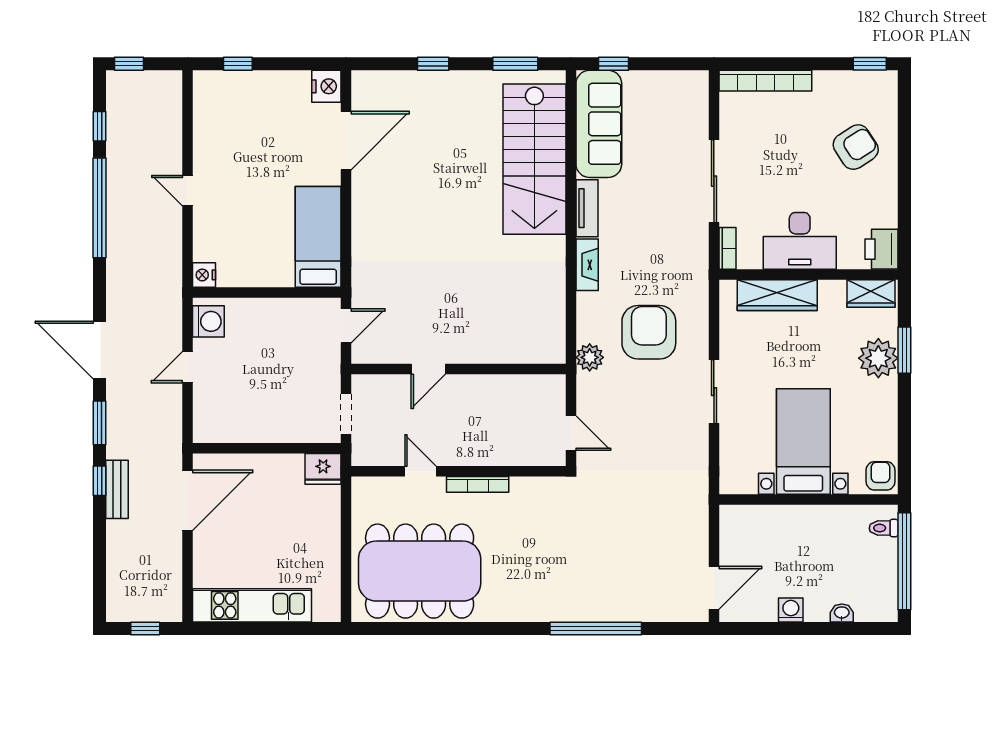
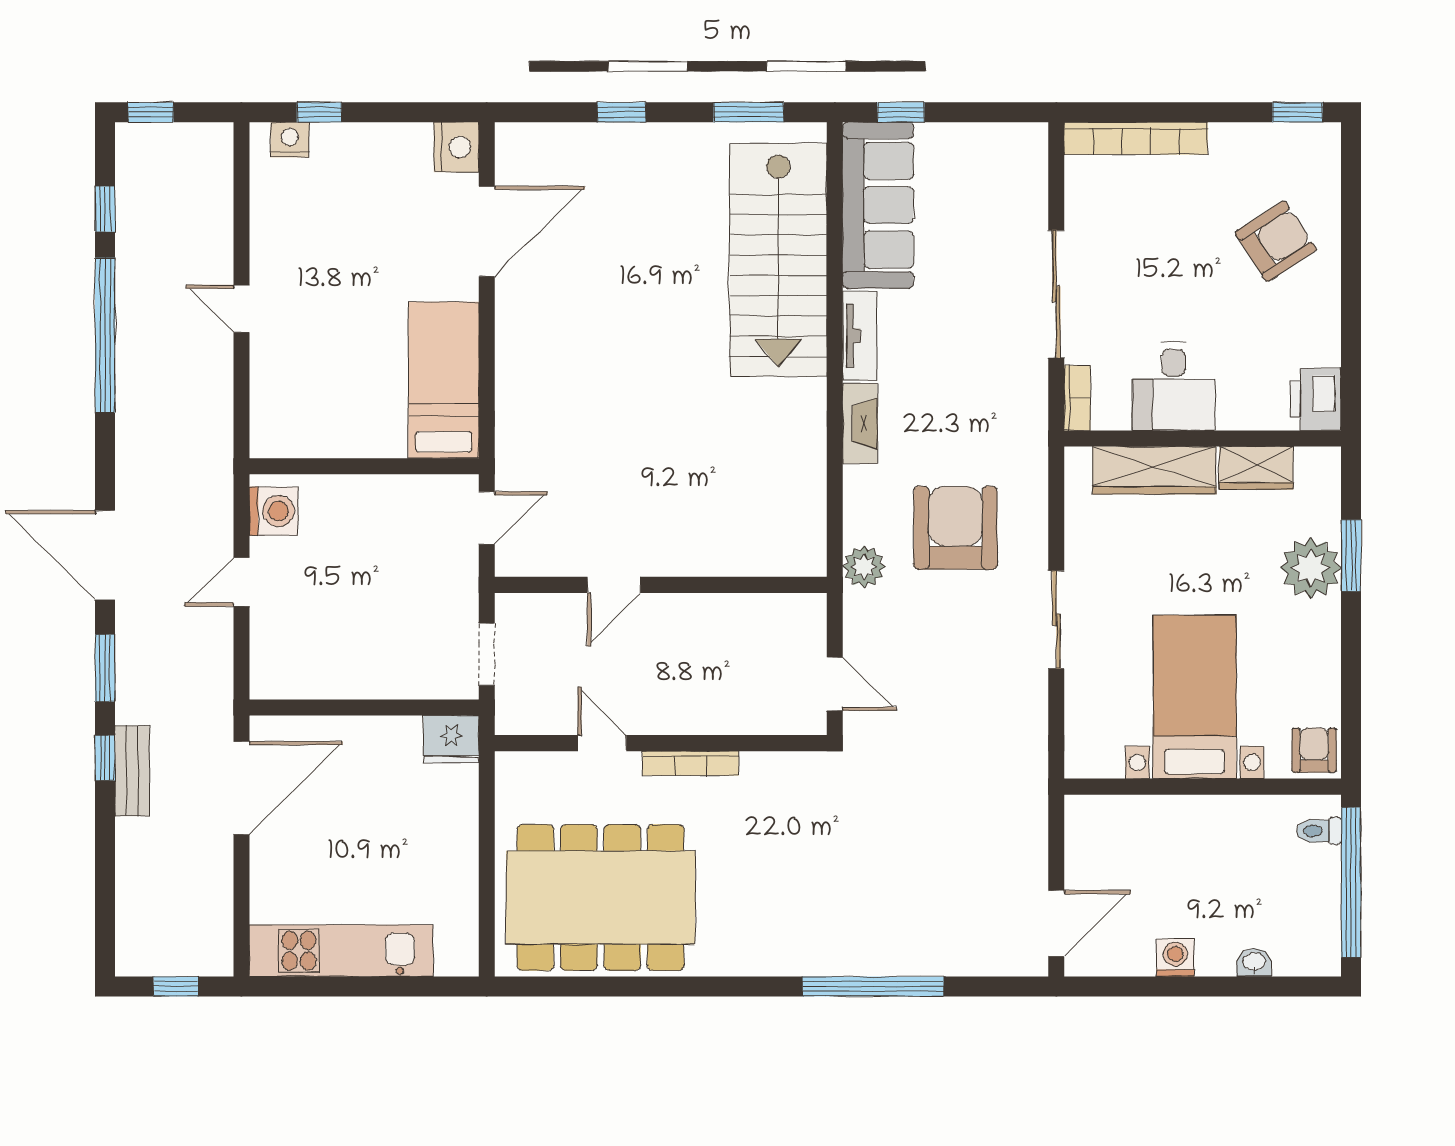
desk: (800, 241) -> (1174, 386), width x0.73
nightstand: (204, 275) -> (290, 140), moved, turned 90
wardrobe: (871, 294) -> (1256, 468), moved

